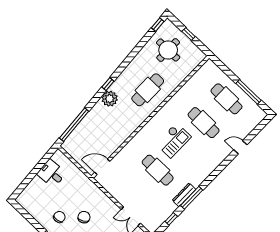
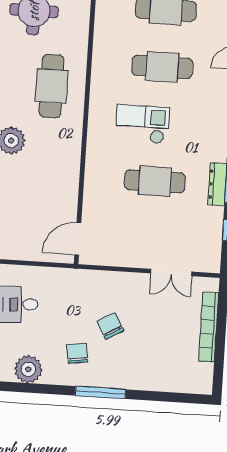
checkout: (173, 140) -> (142, 124), turned -90
plant: (32, 206) -> (28, 369), added

